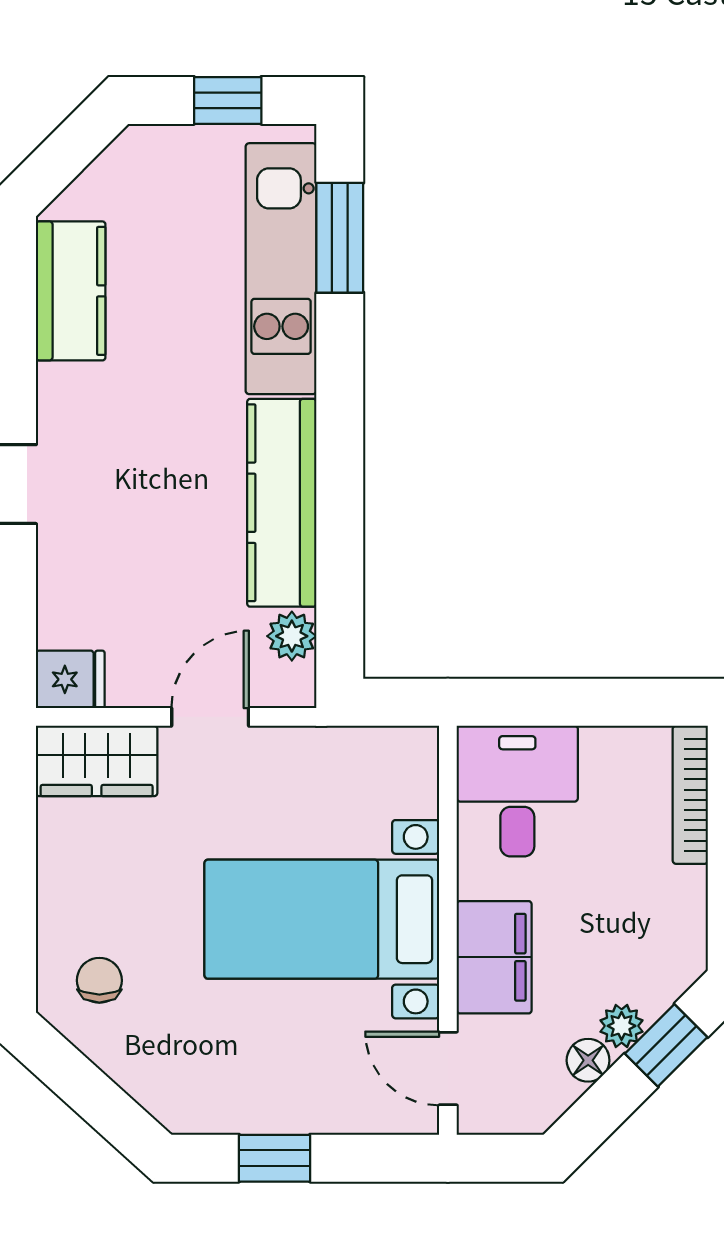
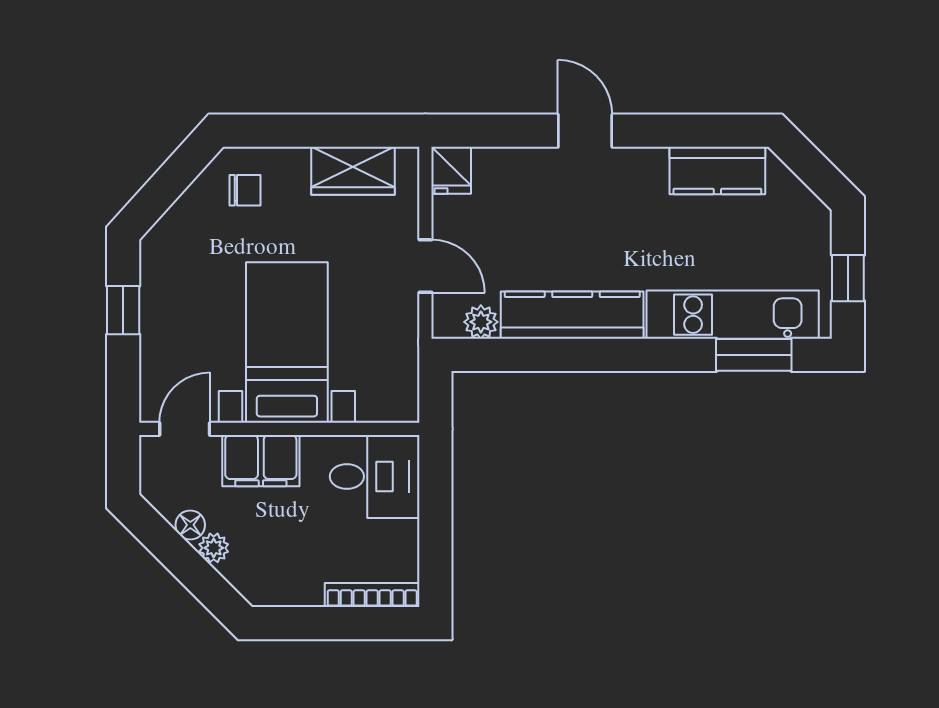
wardrobe: (97, 761) -> (353, 171), moved, turned -90
window: (666, 1045) -> (200, 578), removed

